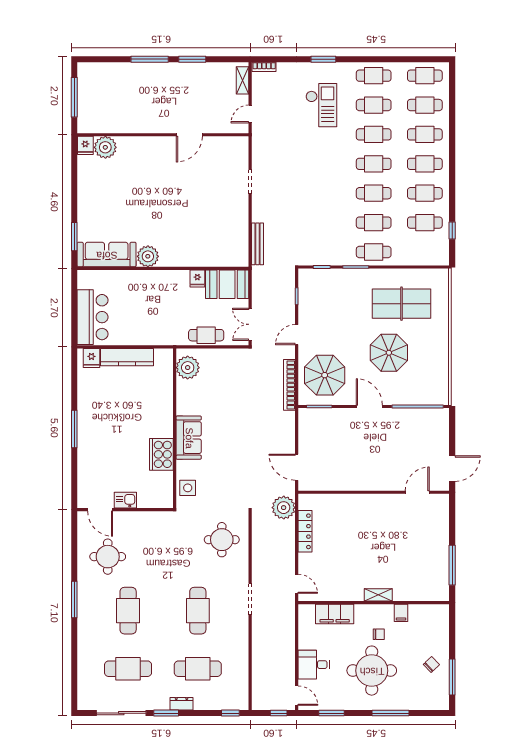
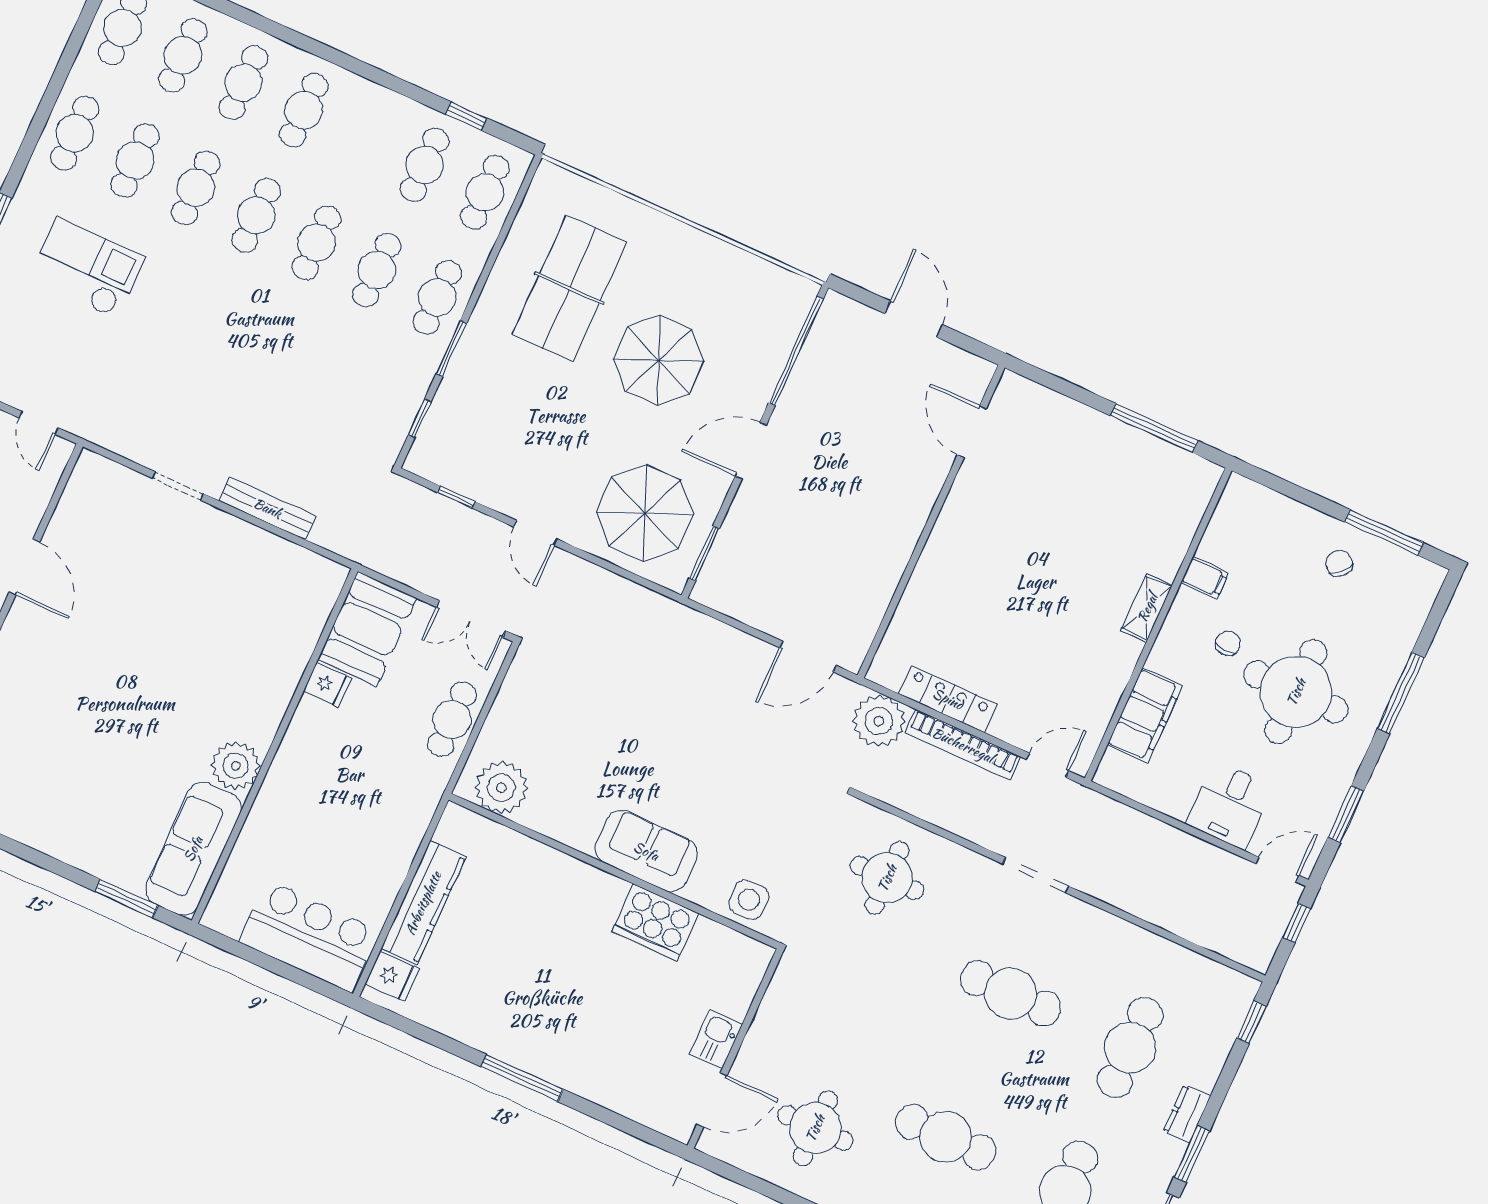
cafe table: (425, 193) -> (485, 192), moved
bench: (257, 244) -> (268, 508), moved
bookcase: (289, 385) -> (963, 745), moved
door: (452, 469) -> (914, 319), moved

